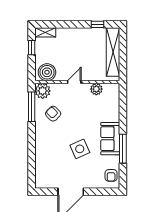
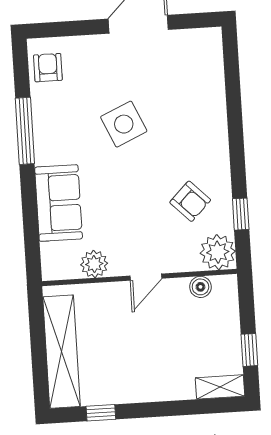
boiler: (47, 72) -> (200, 287), width x0.54, depth x0.54
window: (32, 107) -> (241, 214), width x0.46
sofa: (110, 139) -> (59, 203), moved

